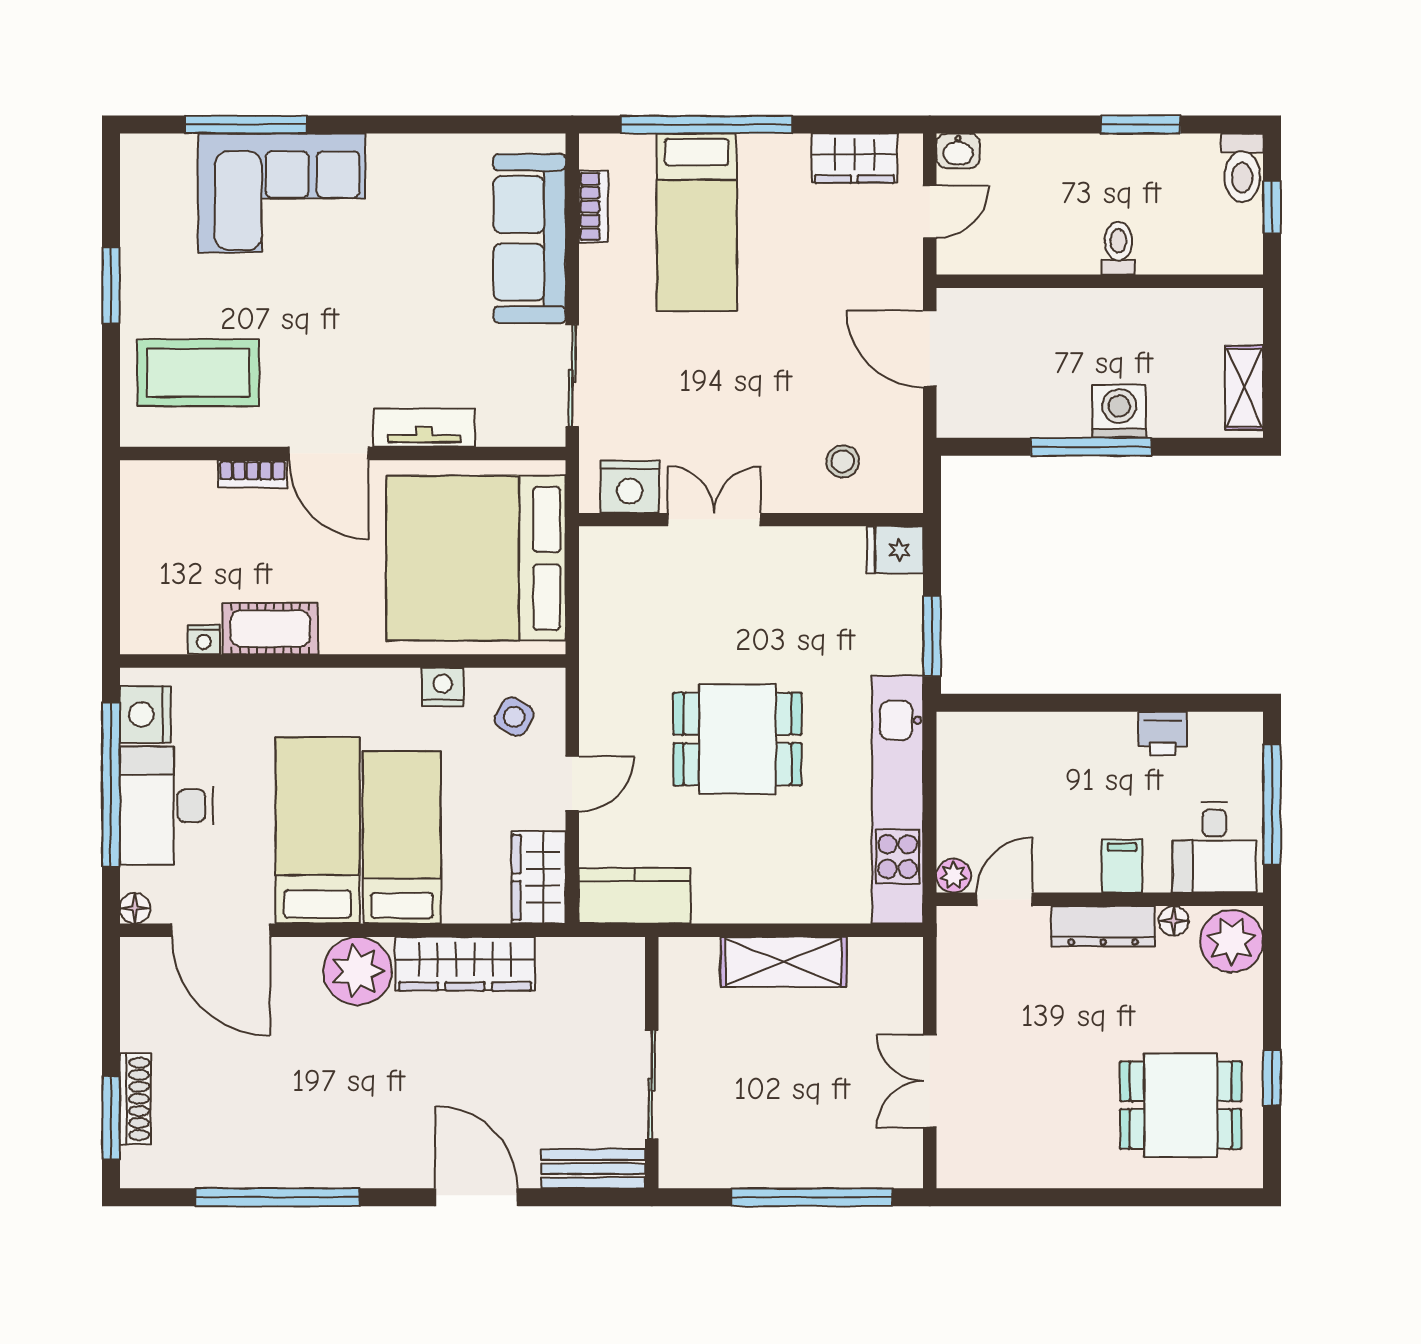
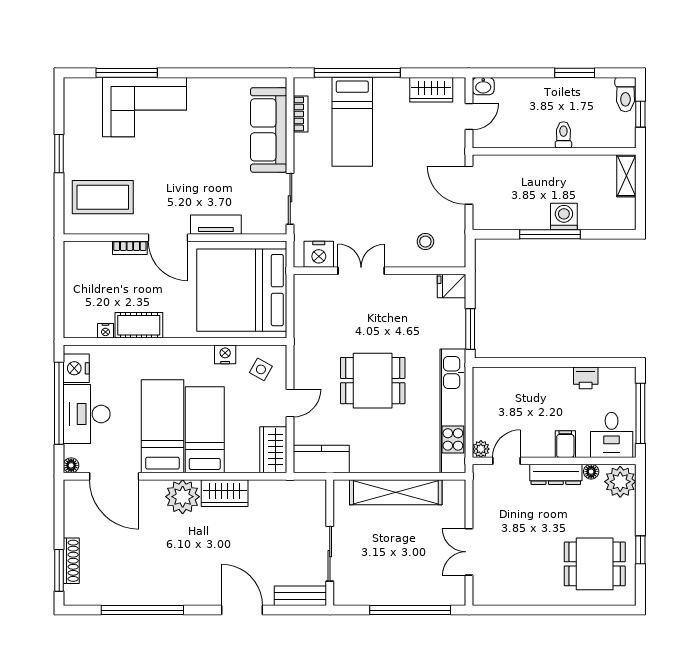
shelving: (1244, 388) -> (626, 176), moved
shelving: (784, 962) -> (396, 492), width x1.47
wardrobe: (465, 964) -> (225, 493), width x0.67

